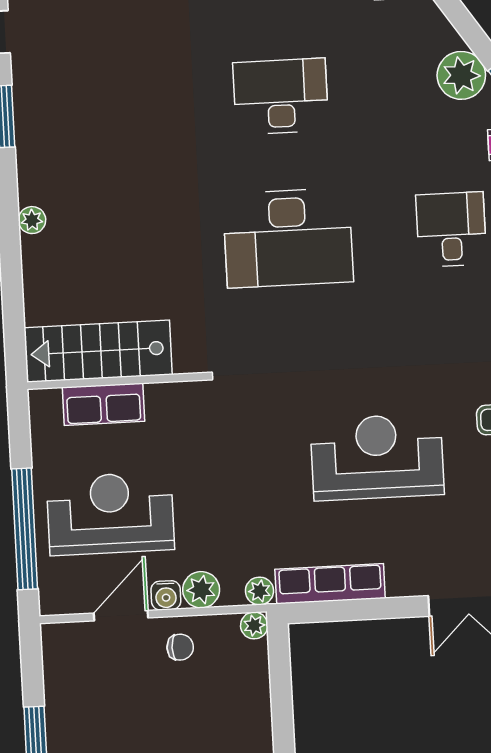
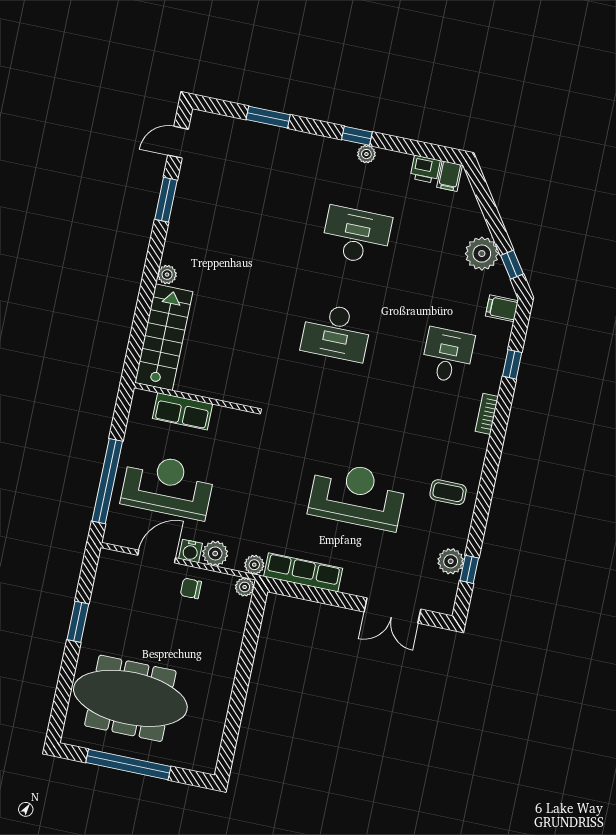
desk: (288, 238) -> (336, 332), width x0.73, depth x0.77
stairs: (98, 351) -> (164, 337), moved, turned 90
chair: (180, 647) -> (191, 588), turned 180

